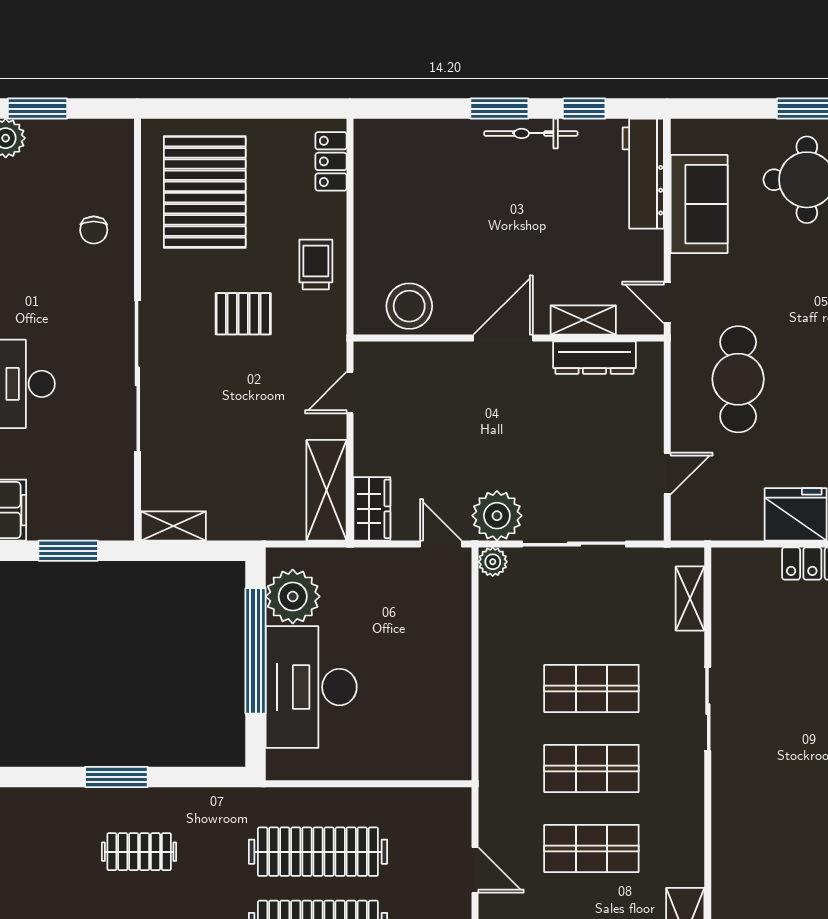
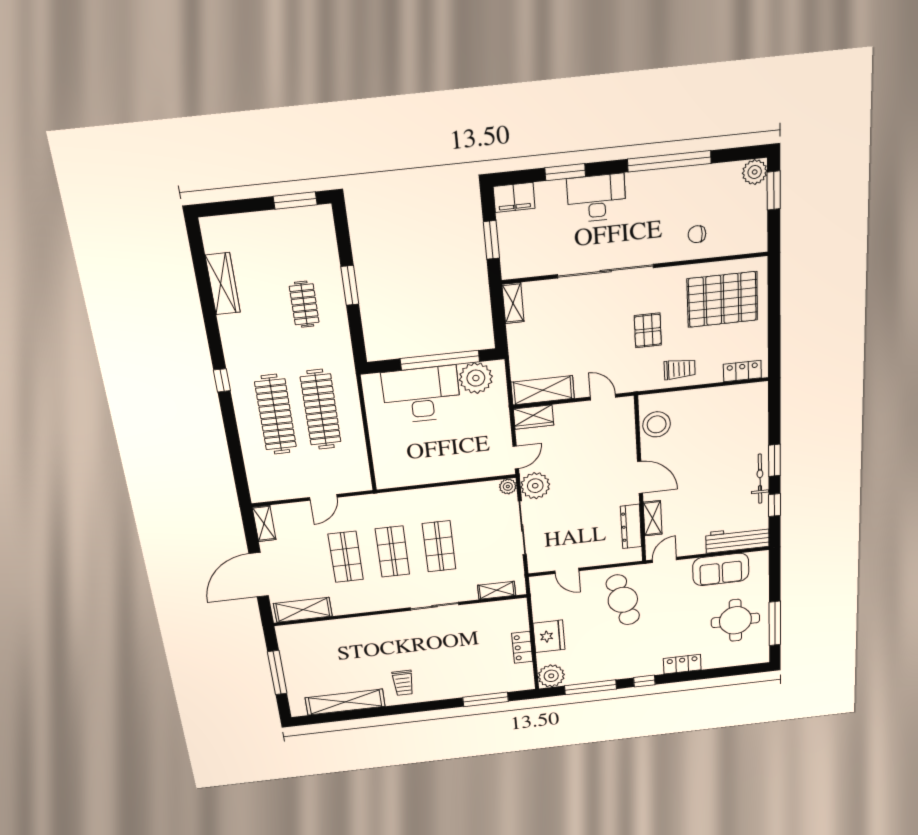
cafe table: (738, 379) -> (623, 600), turned 75

